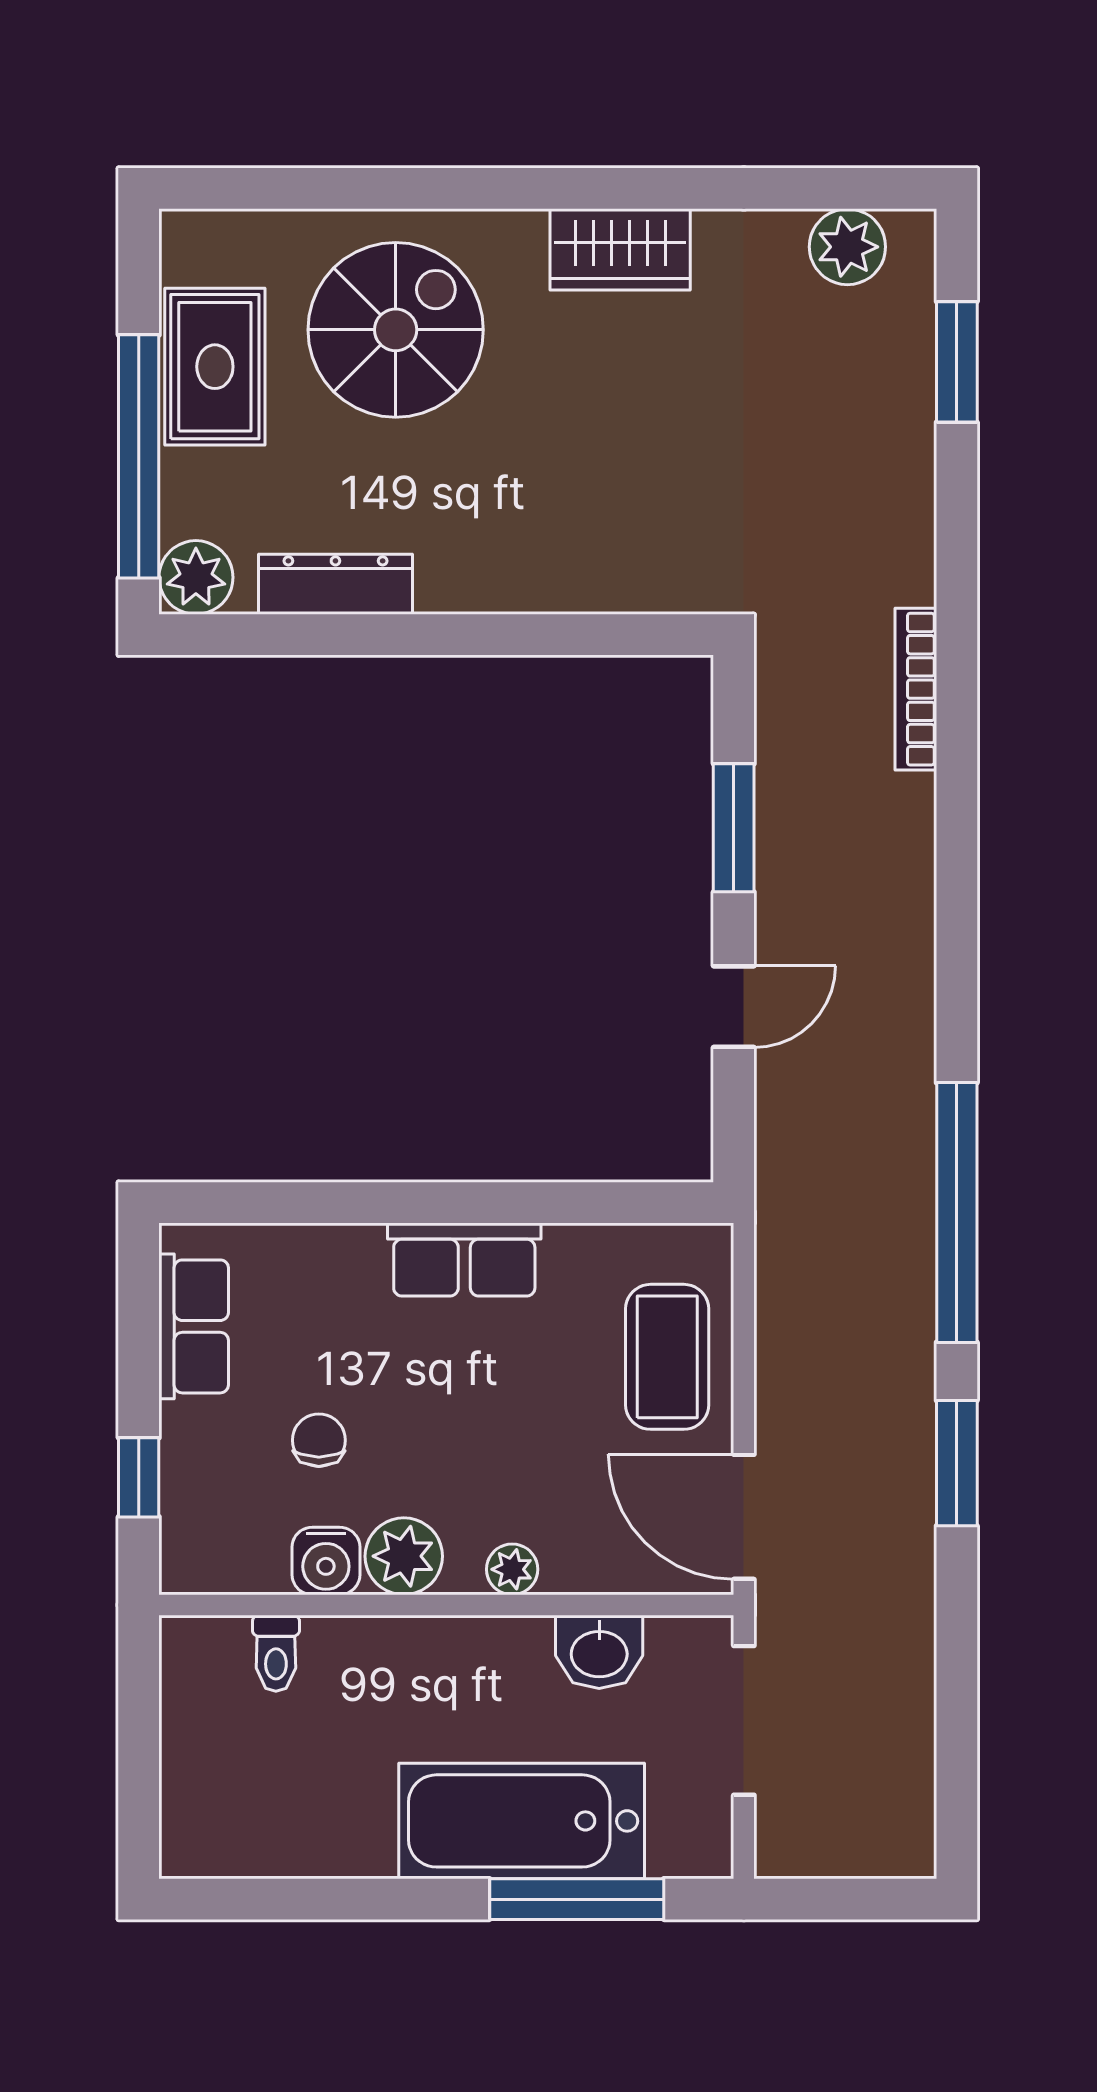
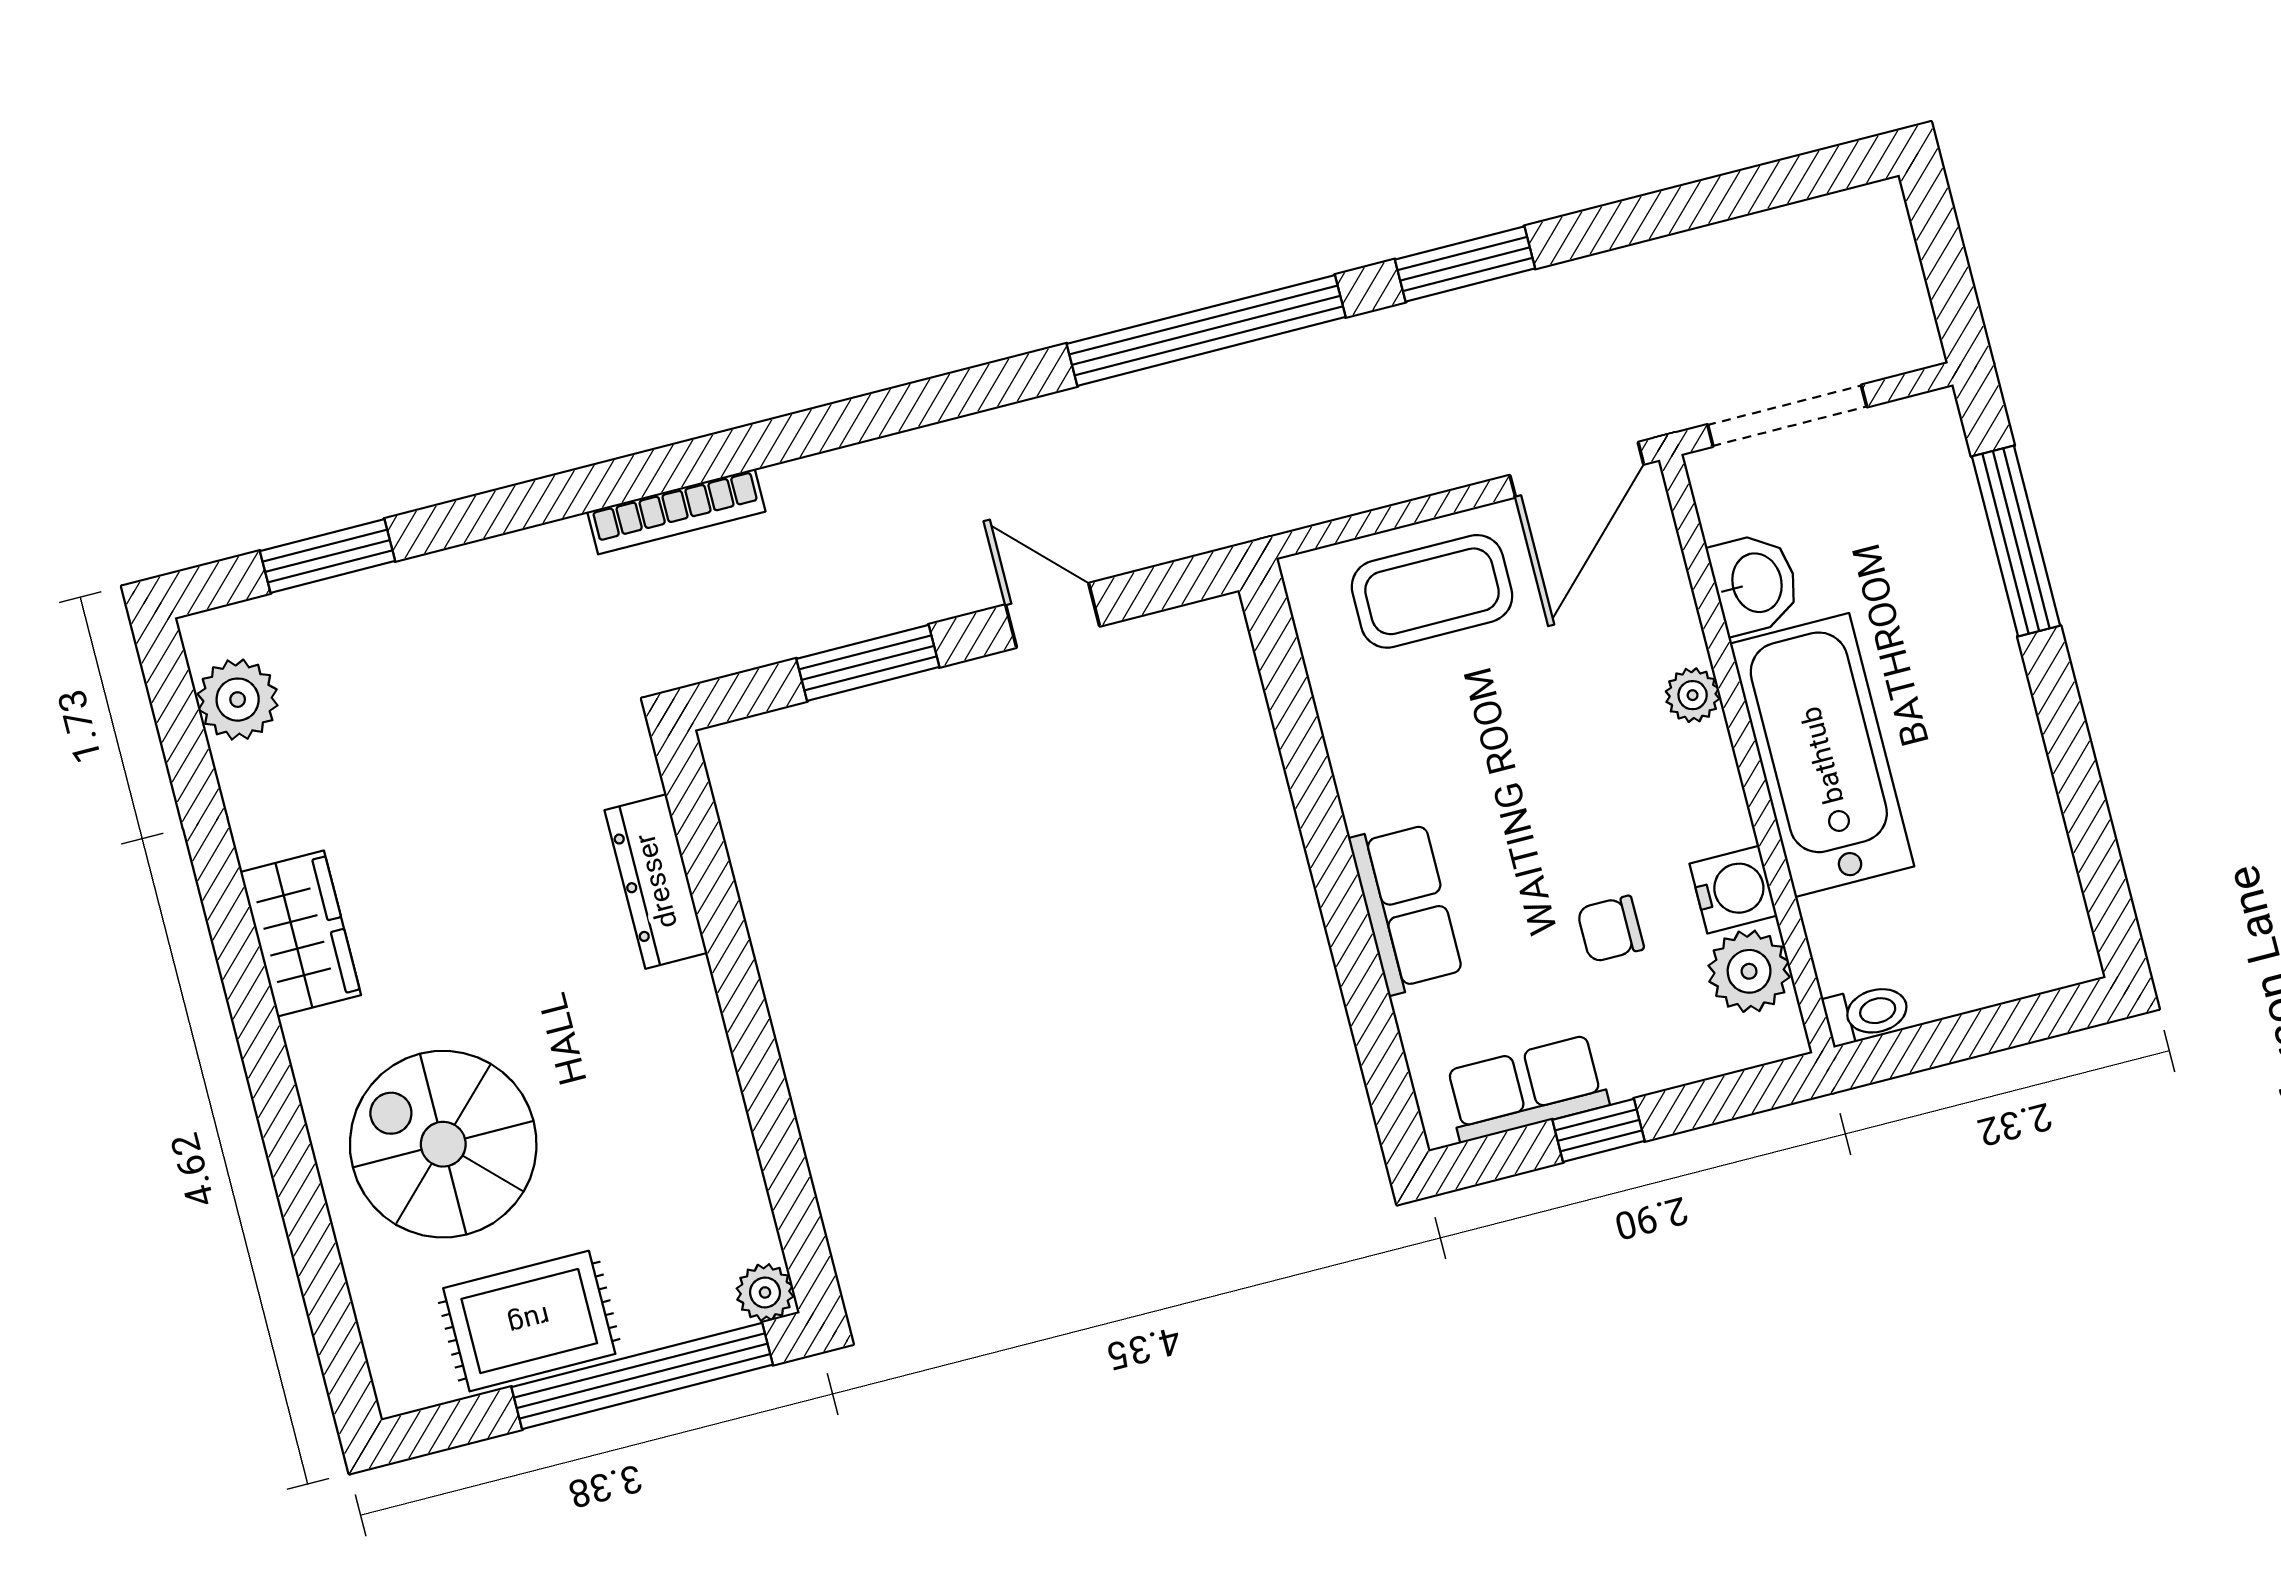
plant: (196, 577) -> (765, 1292), width x0.73, depth x0.73
dresser: (335, 584) -> (656, 881), moved
row of seats: (464, 1260) -> (1406, 908), moved
window: (139, 1477) -> (1599, 1130), moved
plant: (404, 1556) -> (1749, 971), moved
toilet: (276, 1653) -> (1867, 1013), moved
bathtub: (522, 1821) -> (1822, 755), moved, turned 180

